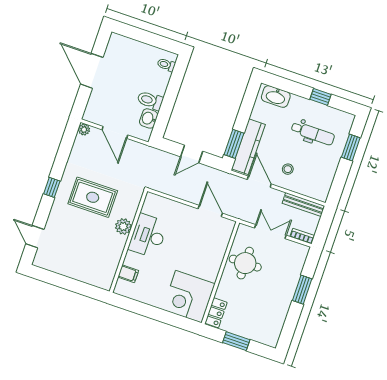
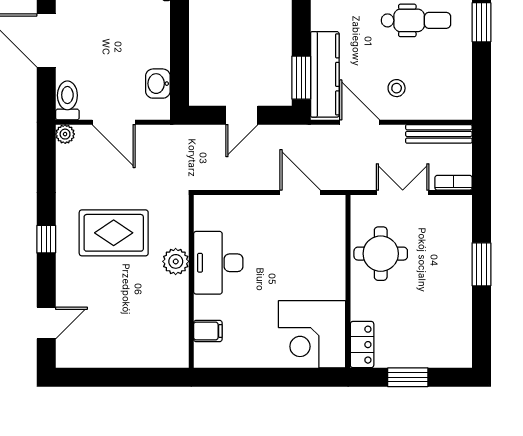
toilet: (150, 100) -> (67, 100), moved, turned 90
door: (35, 237) -> (46, 323), swing flipped

